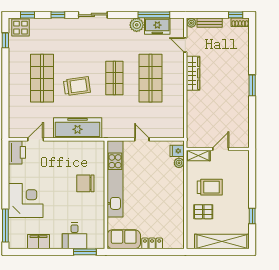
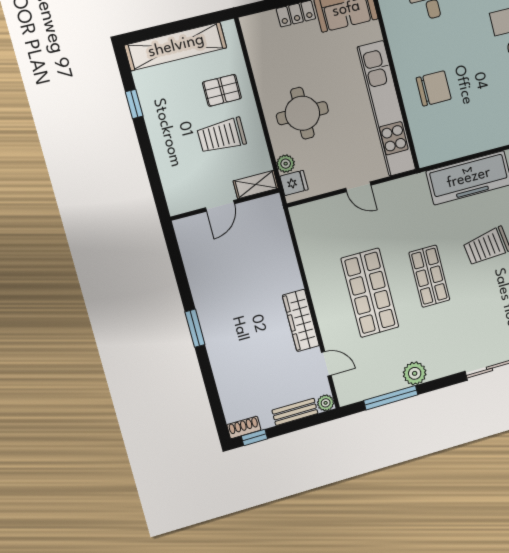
freezer: (157, 26) -> (380, 381), removed
round table: (163, 188) -> (302, 113), added

